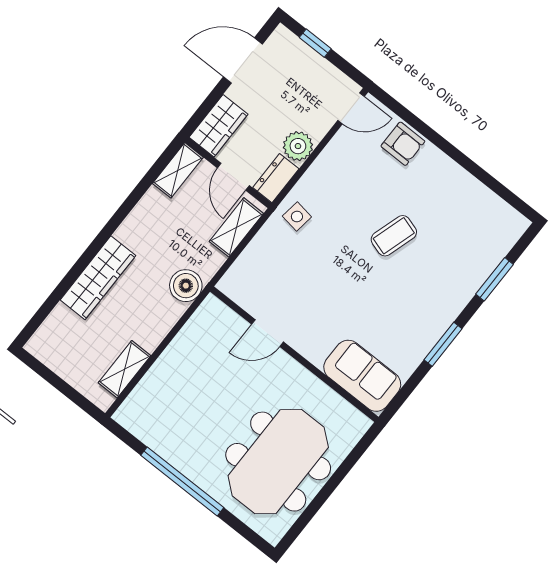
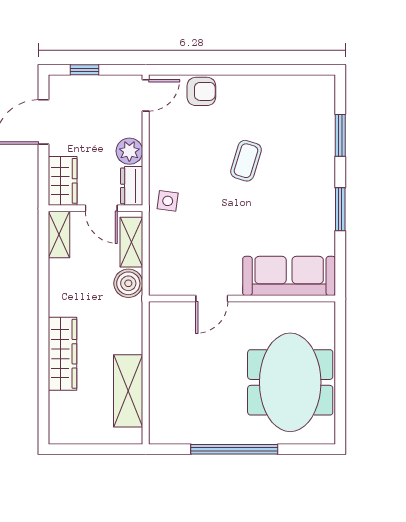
boiler: (186, 286) -> (128, 283), moved
shelving: (124, 369) -> (128, 391), width x1.50, depth x1.33
sofa: (362, 376) -> (289, 276), width x1.36

